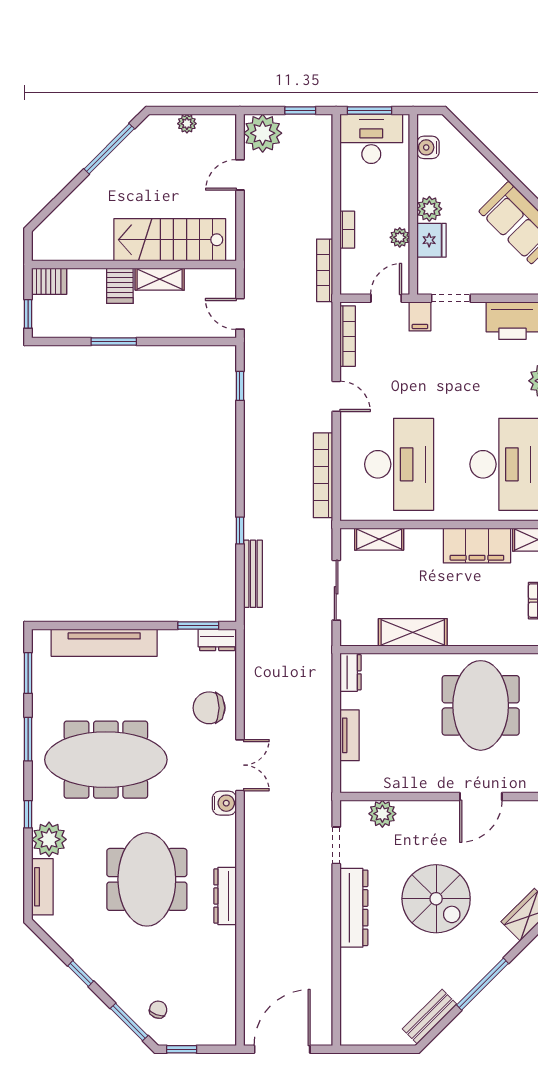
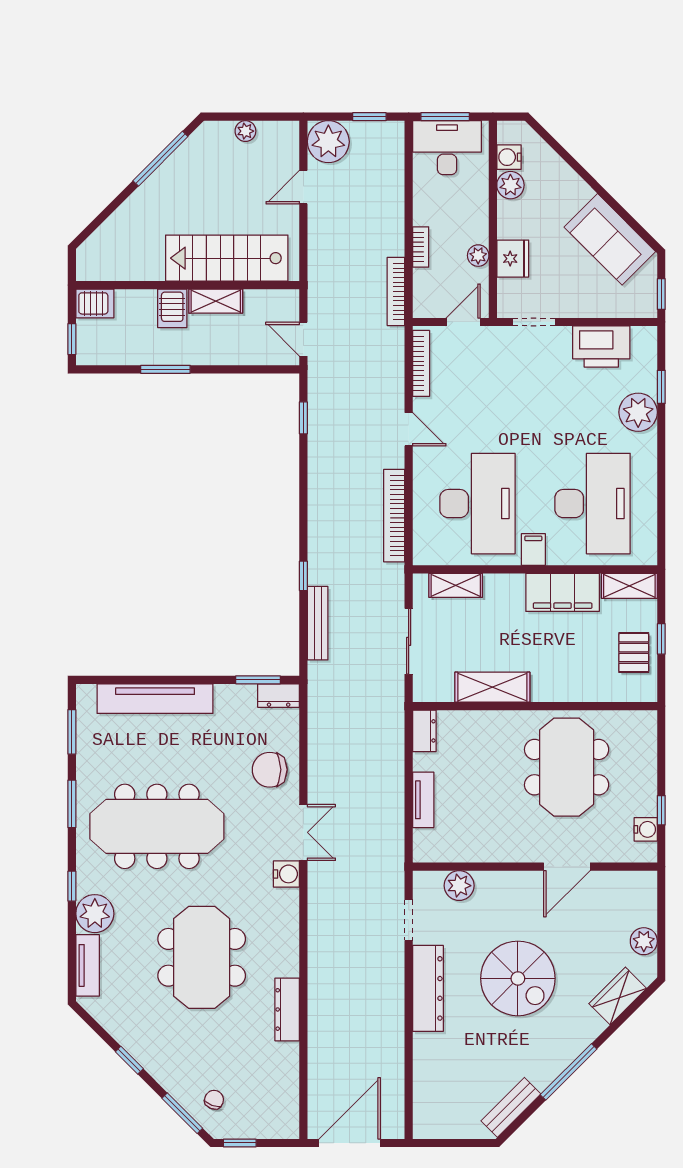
plant: (429, 209) -> (510, 185), moved
filing cabinet: (420, 316) -> (533, 549), moved, turned 180
dresser: (225, 896) -> (287, 1009), moved

